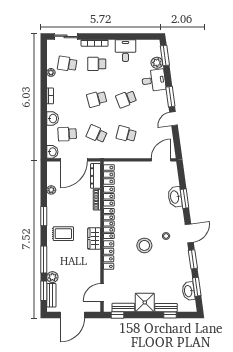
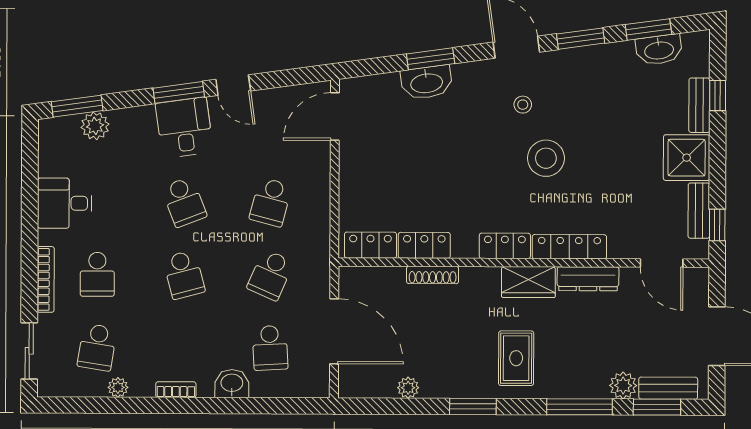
desk: (154, 80) -> (184, 128), moved
washbasin: (52, 152) -> (314, 385), removed
door: (161, 160) -> (335, 117), hinge flipped
dresser: (96, 176) -> (588, 279), moved
locker: (109, 224) -> (505, 246), width x0.66

